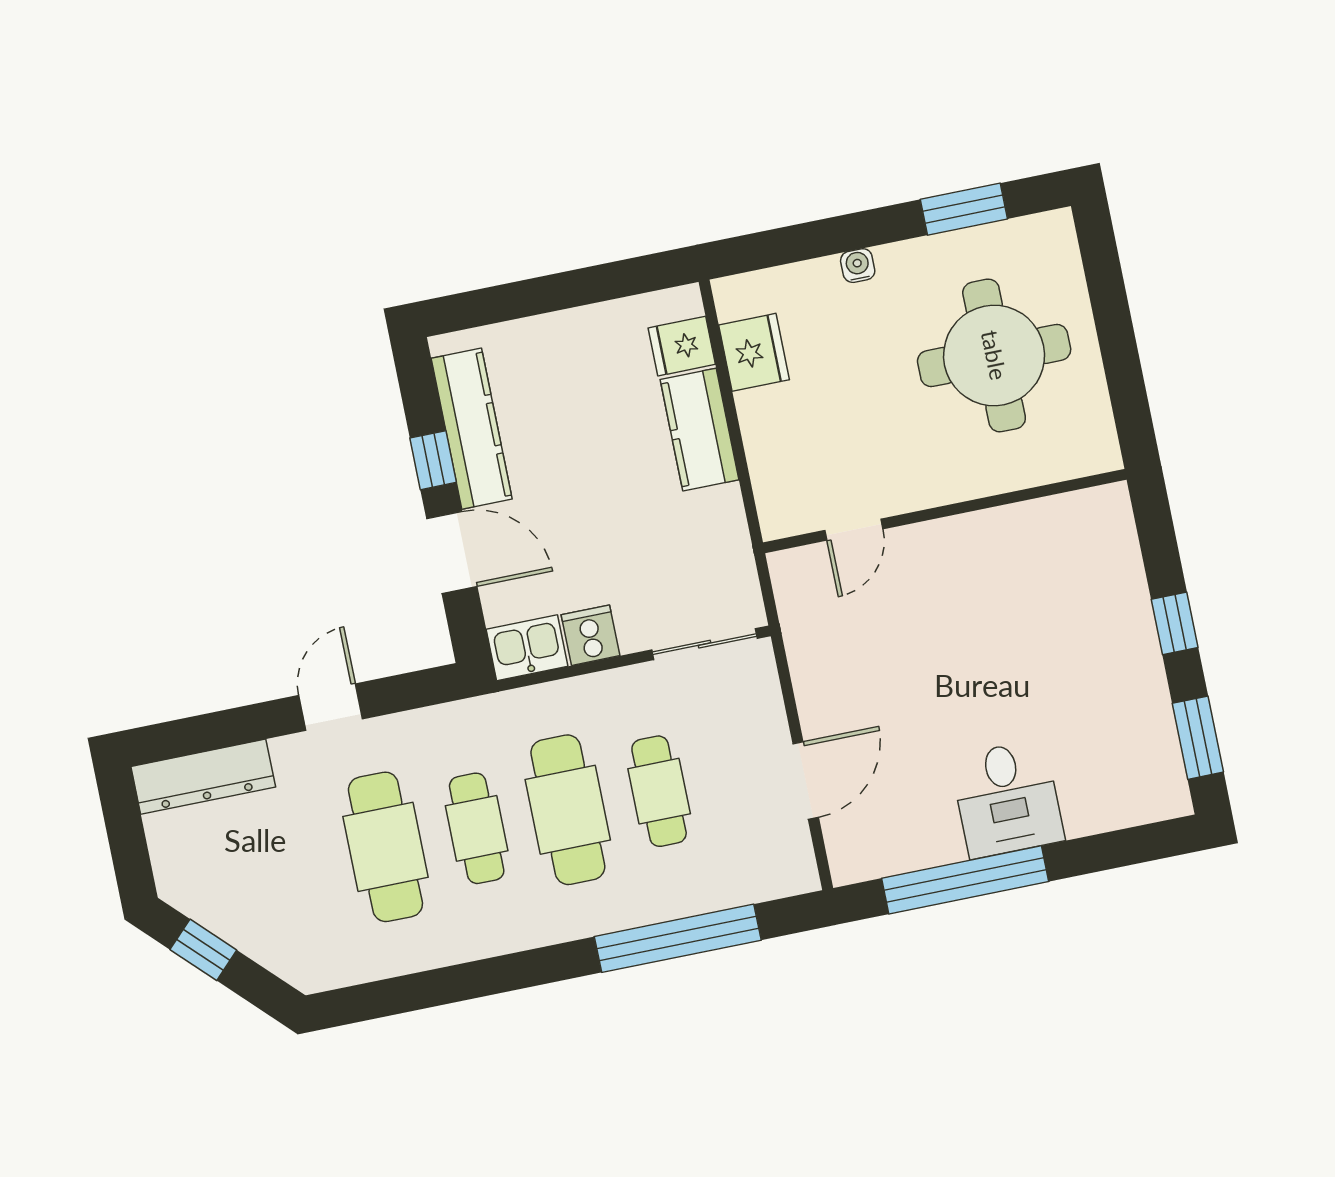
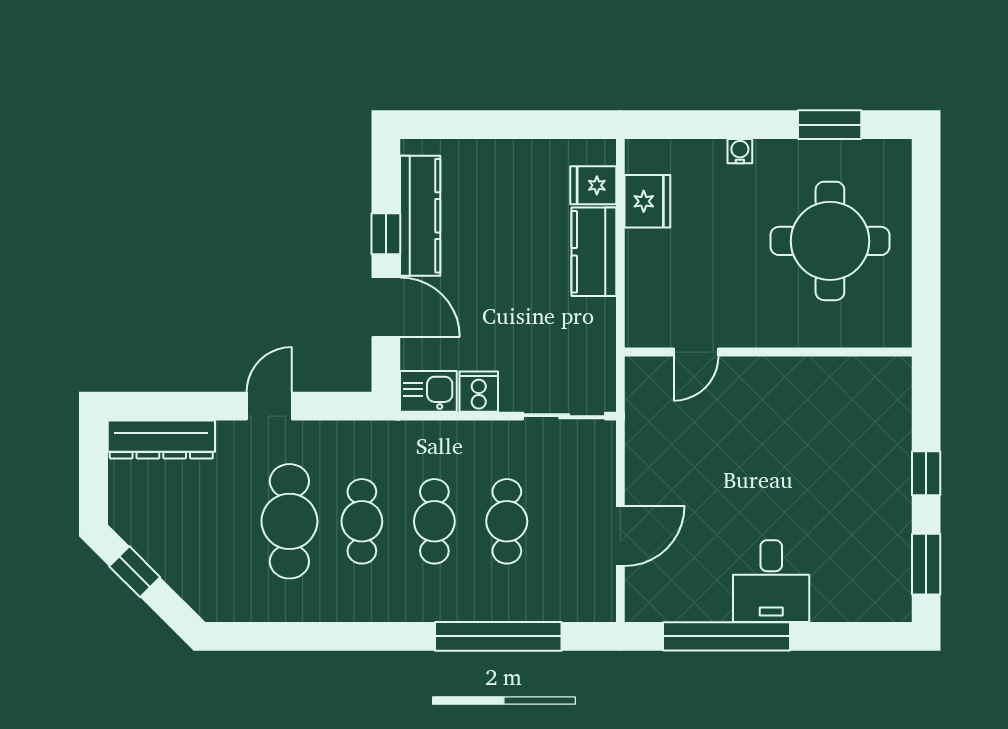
cafe table: (568, 810) -> (434, 521), width x0.73, depth x0.74

